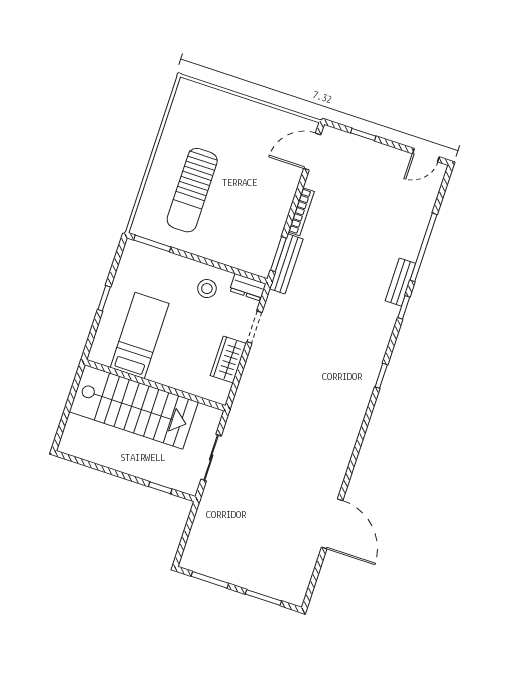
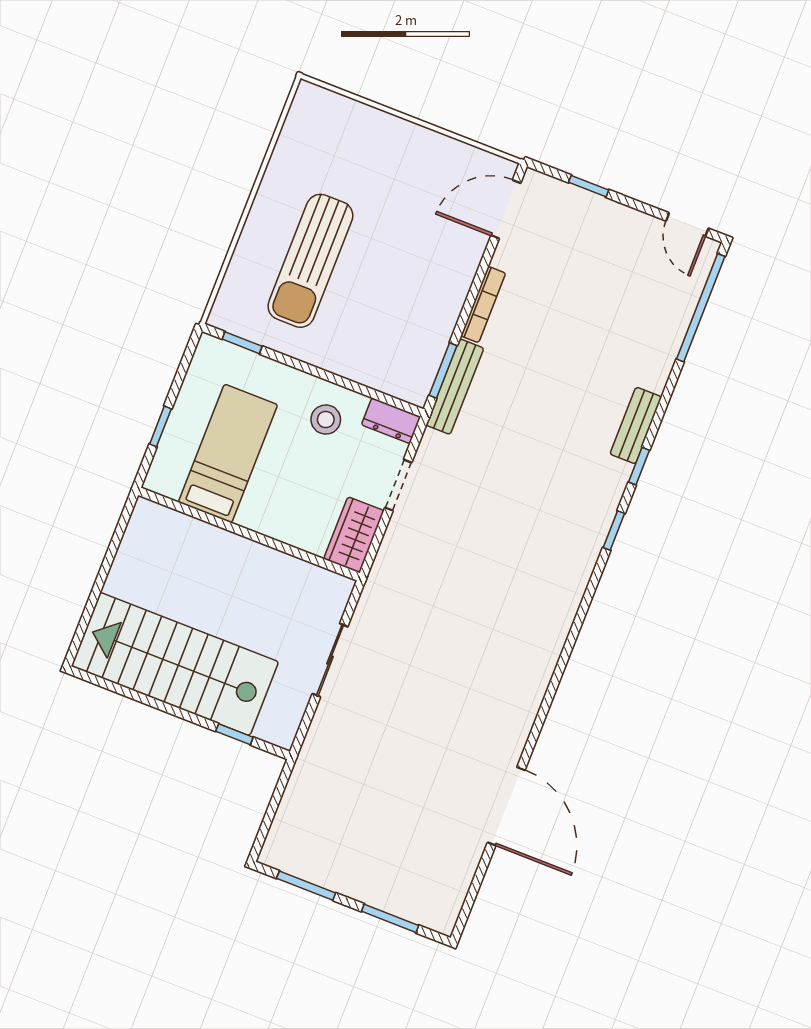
door: (426, 155) -> (687, 225), hinge flipped
window: (152, 243) -> (242, 343), width x0.67
window: (424, 247) -> (701, 308), moved
bed: (140, 336) -> (228, 453), moved
window: (381, 376) -> (614, 531), moved
wall: (155, 385) -> (249, 534), moved
stairs: (134, 407) -> (175, 664), moved, turned 180
sliding door: (211, 458) -> (330, 660), moved

